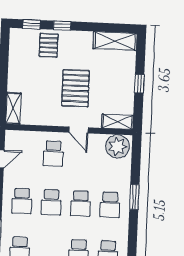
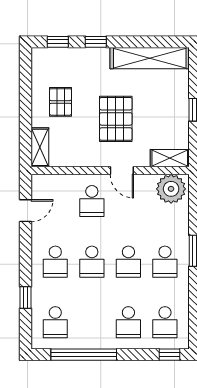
shelving: (115, 41) -> (150, 58), width x1.47
pallet: (49, 45) -> (61, 102), moved

